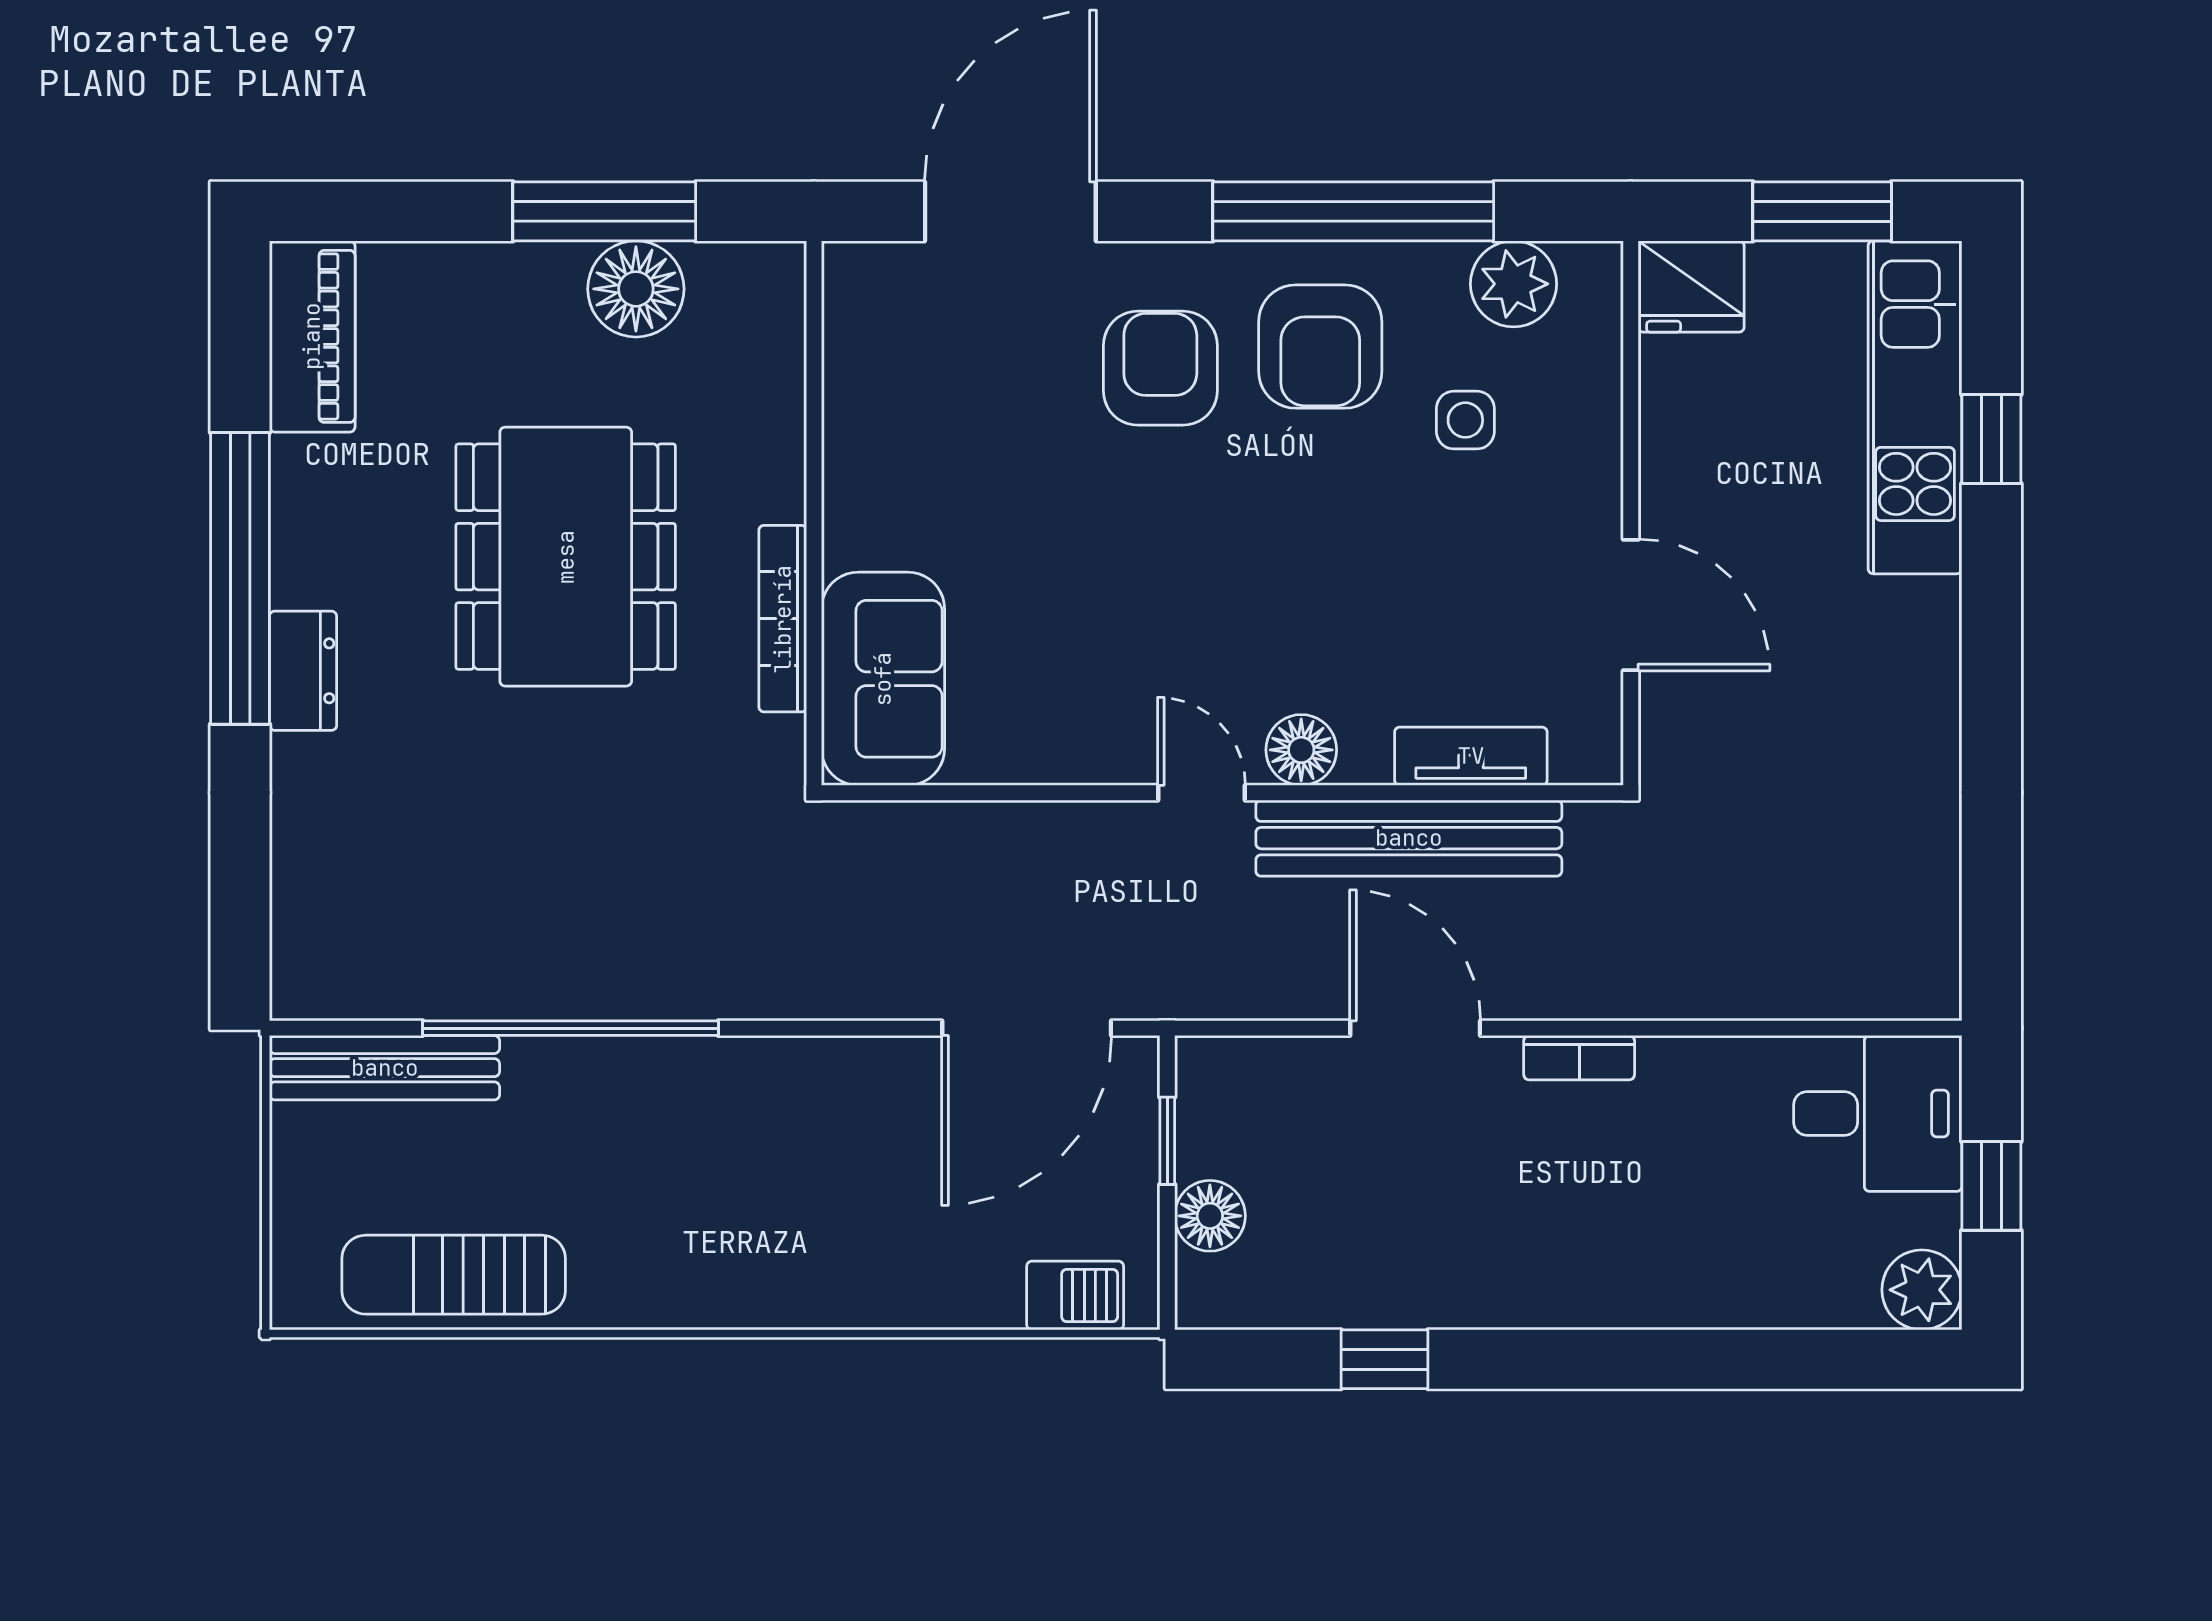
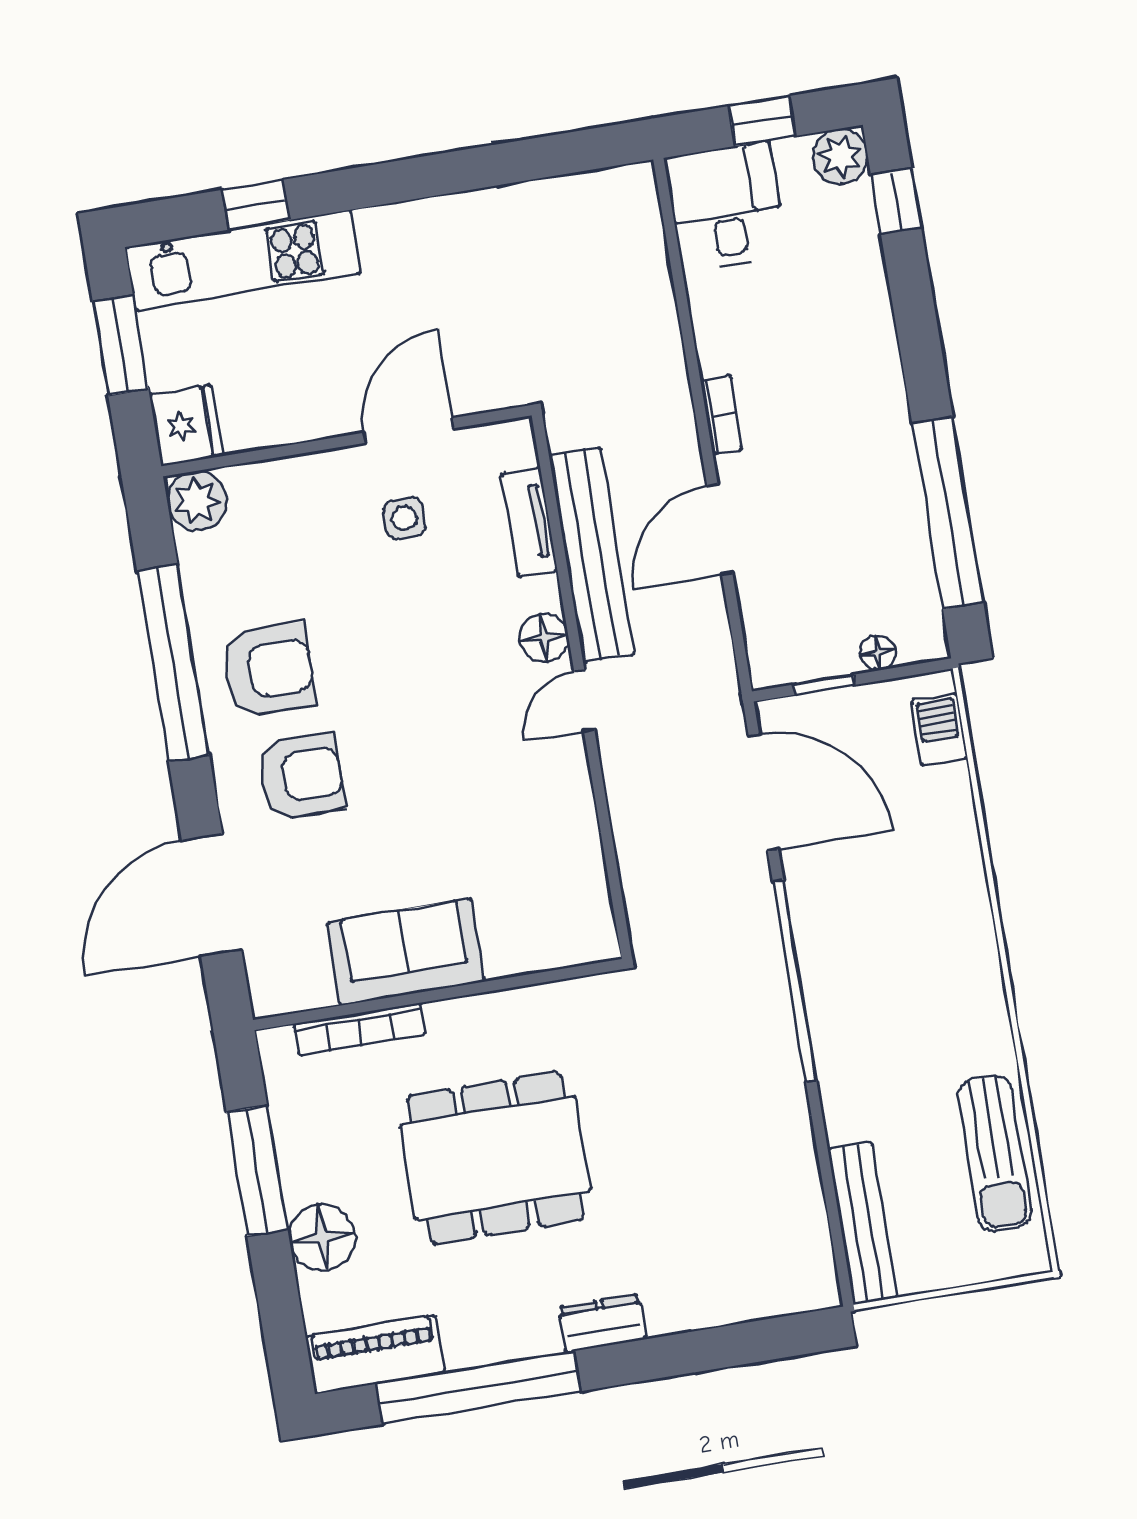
door: (1010, 211) -> (212, 895), hinge flipped
plant: (1514, 284) -> (197, 501), moved
floor lamp: (636, 289) -> (322, 1237), moved
armchair: (1160, 368) -> (301, 776), turned 180
side table: (1465, 420) -> (404, 518), moved
window: (240, 578) -> (479, 1388), moved
bookcase: (783, 619) -> (360, 1029), moved
sofa: (883, 679) -> (406, 952), moved
window: (570, 1028) -> (795, 981), moved
floor lamp: (1210, 1216) -> (878, 653), width x0.73, depth x0.73
window: (1385, 1359) -> (948, 513), width x3.17
window: (1845, 1359) -> (896, 201), added

